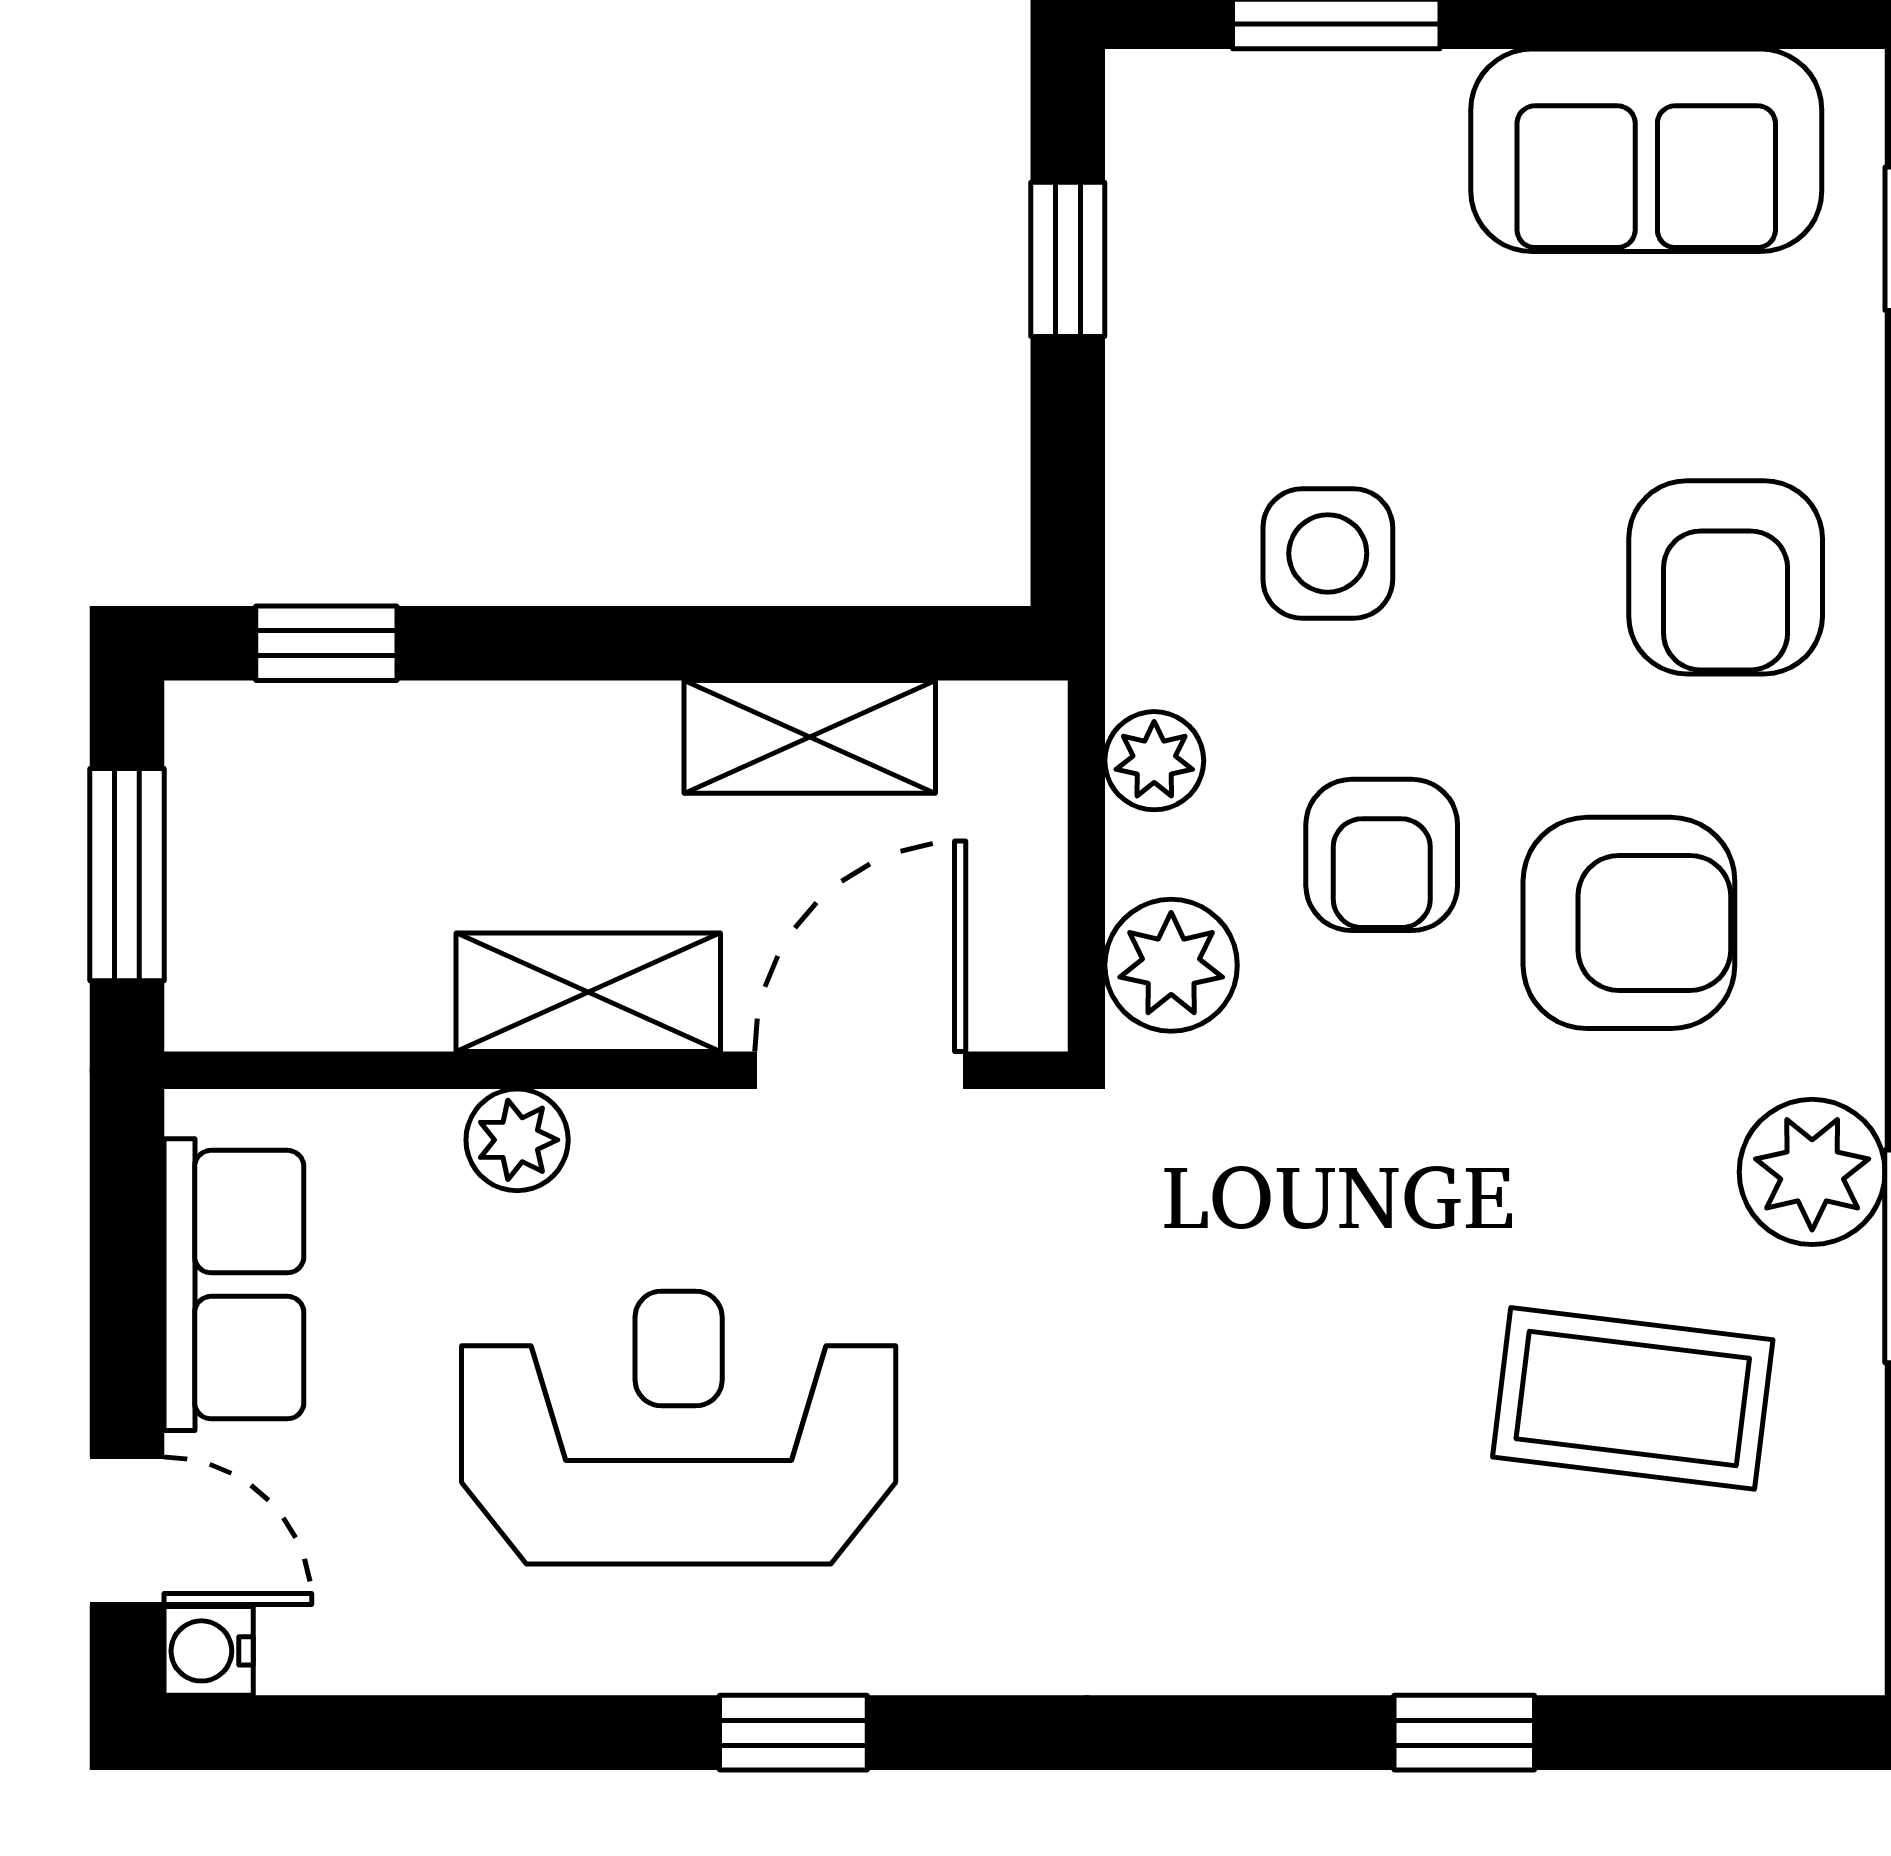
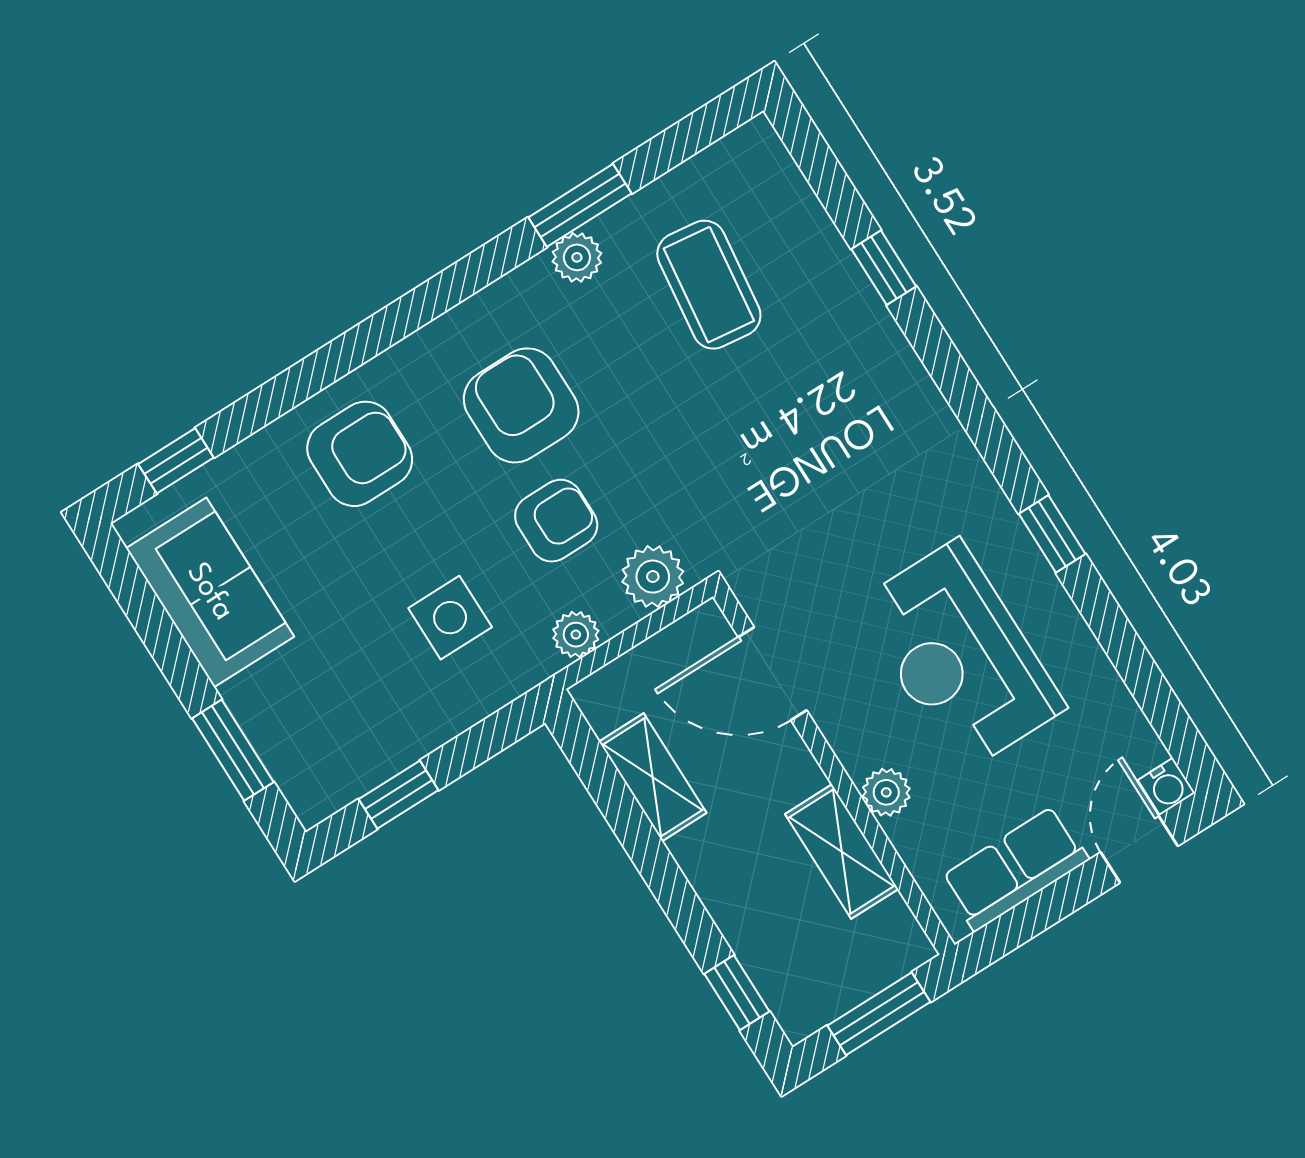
shelving: (588, 992) -> (842, 852), moved
plant: (1812, 1172) -> (577, 257), width x0.73, depth x0.73

